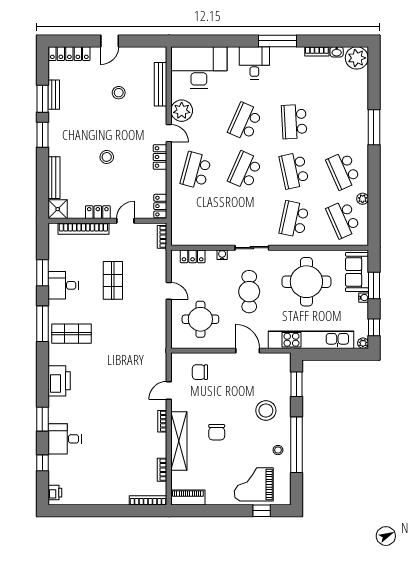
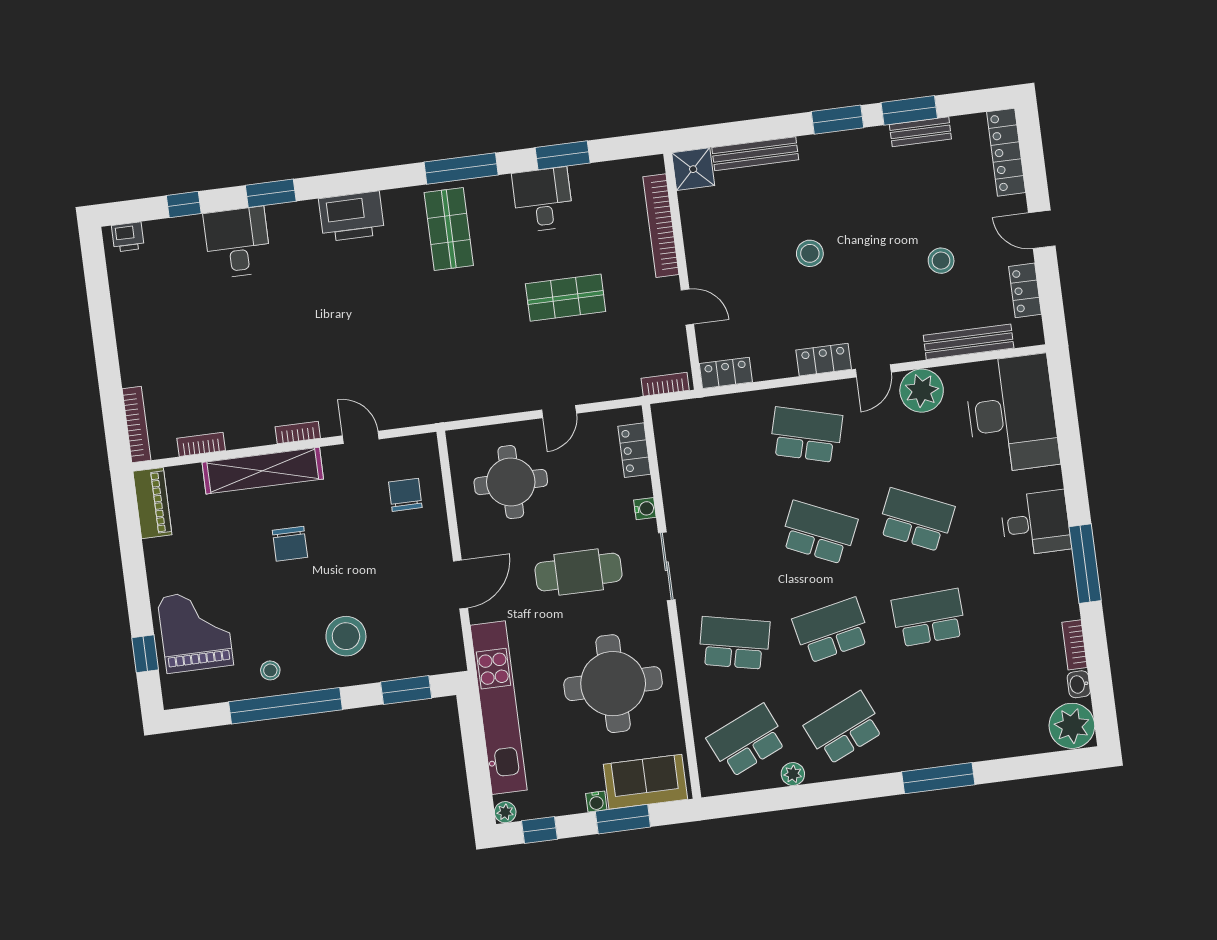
locker: (98, 212) -> (1025, 290), moved, turned 180
chair: (217, 432) -> (290, 544), turned -90

